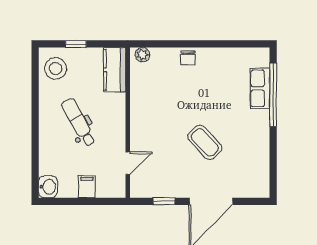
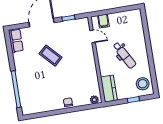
row of seats: (260, 88) -> (16, 41), moved
door: (128, 163) -> (93, 36), swing flipped
washbasin: (48, 187) -> (136, 16), removed
filing cabinet: (87, 187) -> (103, 21), moved

